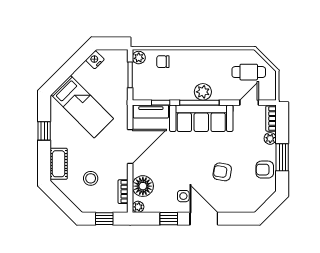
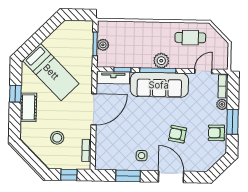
plant: (139, 58) -> (103, 45), moved
nightstand: (95, 60) -> (63, 29), removed
chair: (163, 62) -> (125, 32), removed
cafe table: (249, 72) -> (190, 38), moved
cot: (59, 164) -> (28, 107), moved
floor lamp: (143, 186) -> (105, 146), removed
plant: (138, 207) -> (100, 165), removed
window: (169, 219) -> (128, 176), width x1.50
door: (204, 219) -> (171, 177), moved

